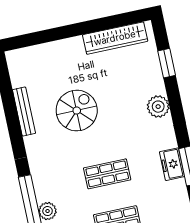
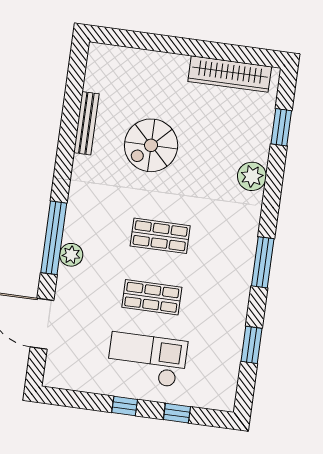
spiral stairs: (77, 111) -> (151, 145), turned 180
freezer: (172, 164) -> (243, 253), removed

